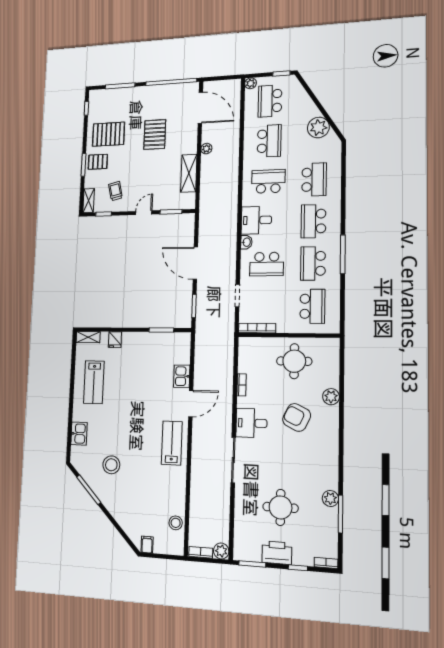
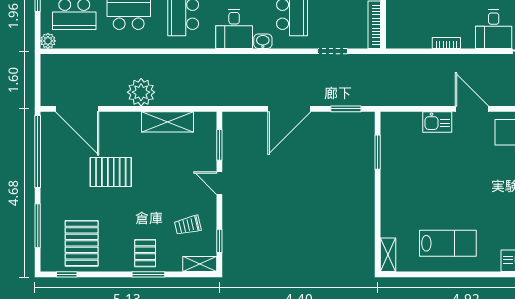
door: (200, 108) -> (77, 109), swing flipped
pallet: (109, 134) -> (82, 243), moved
plant: (206, 149) -> (141, 92), width x1.87, depth x1.87
fridge: (115, 340) -> (391, 216), removed

